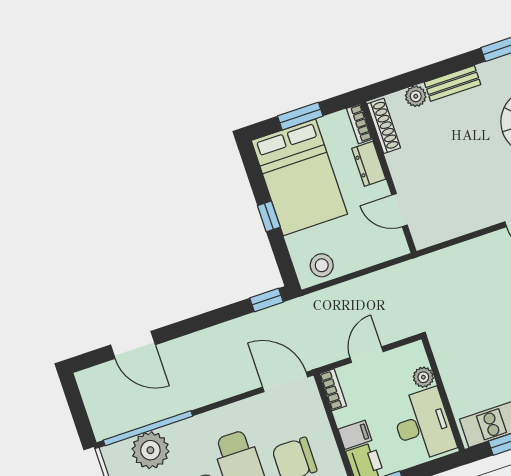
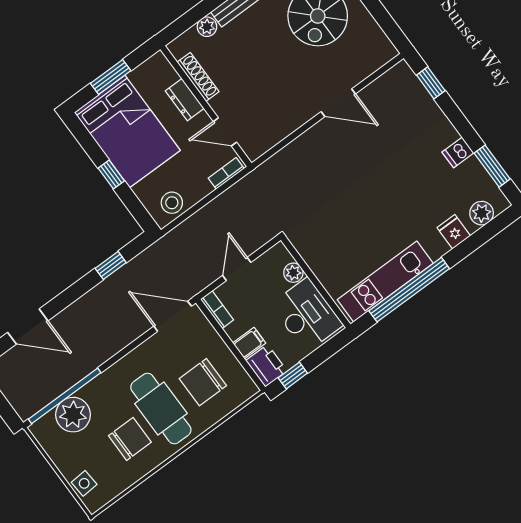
bookcase: (359, 124) -> (226, 173), moved, turned 90
shoe rack: (384, 126) -> (198, 77), moved
window: (266, 300) -> (111, 265), moved

